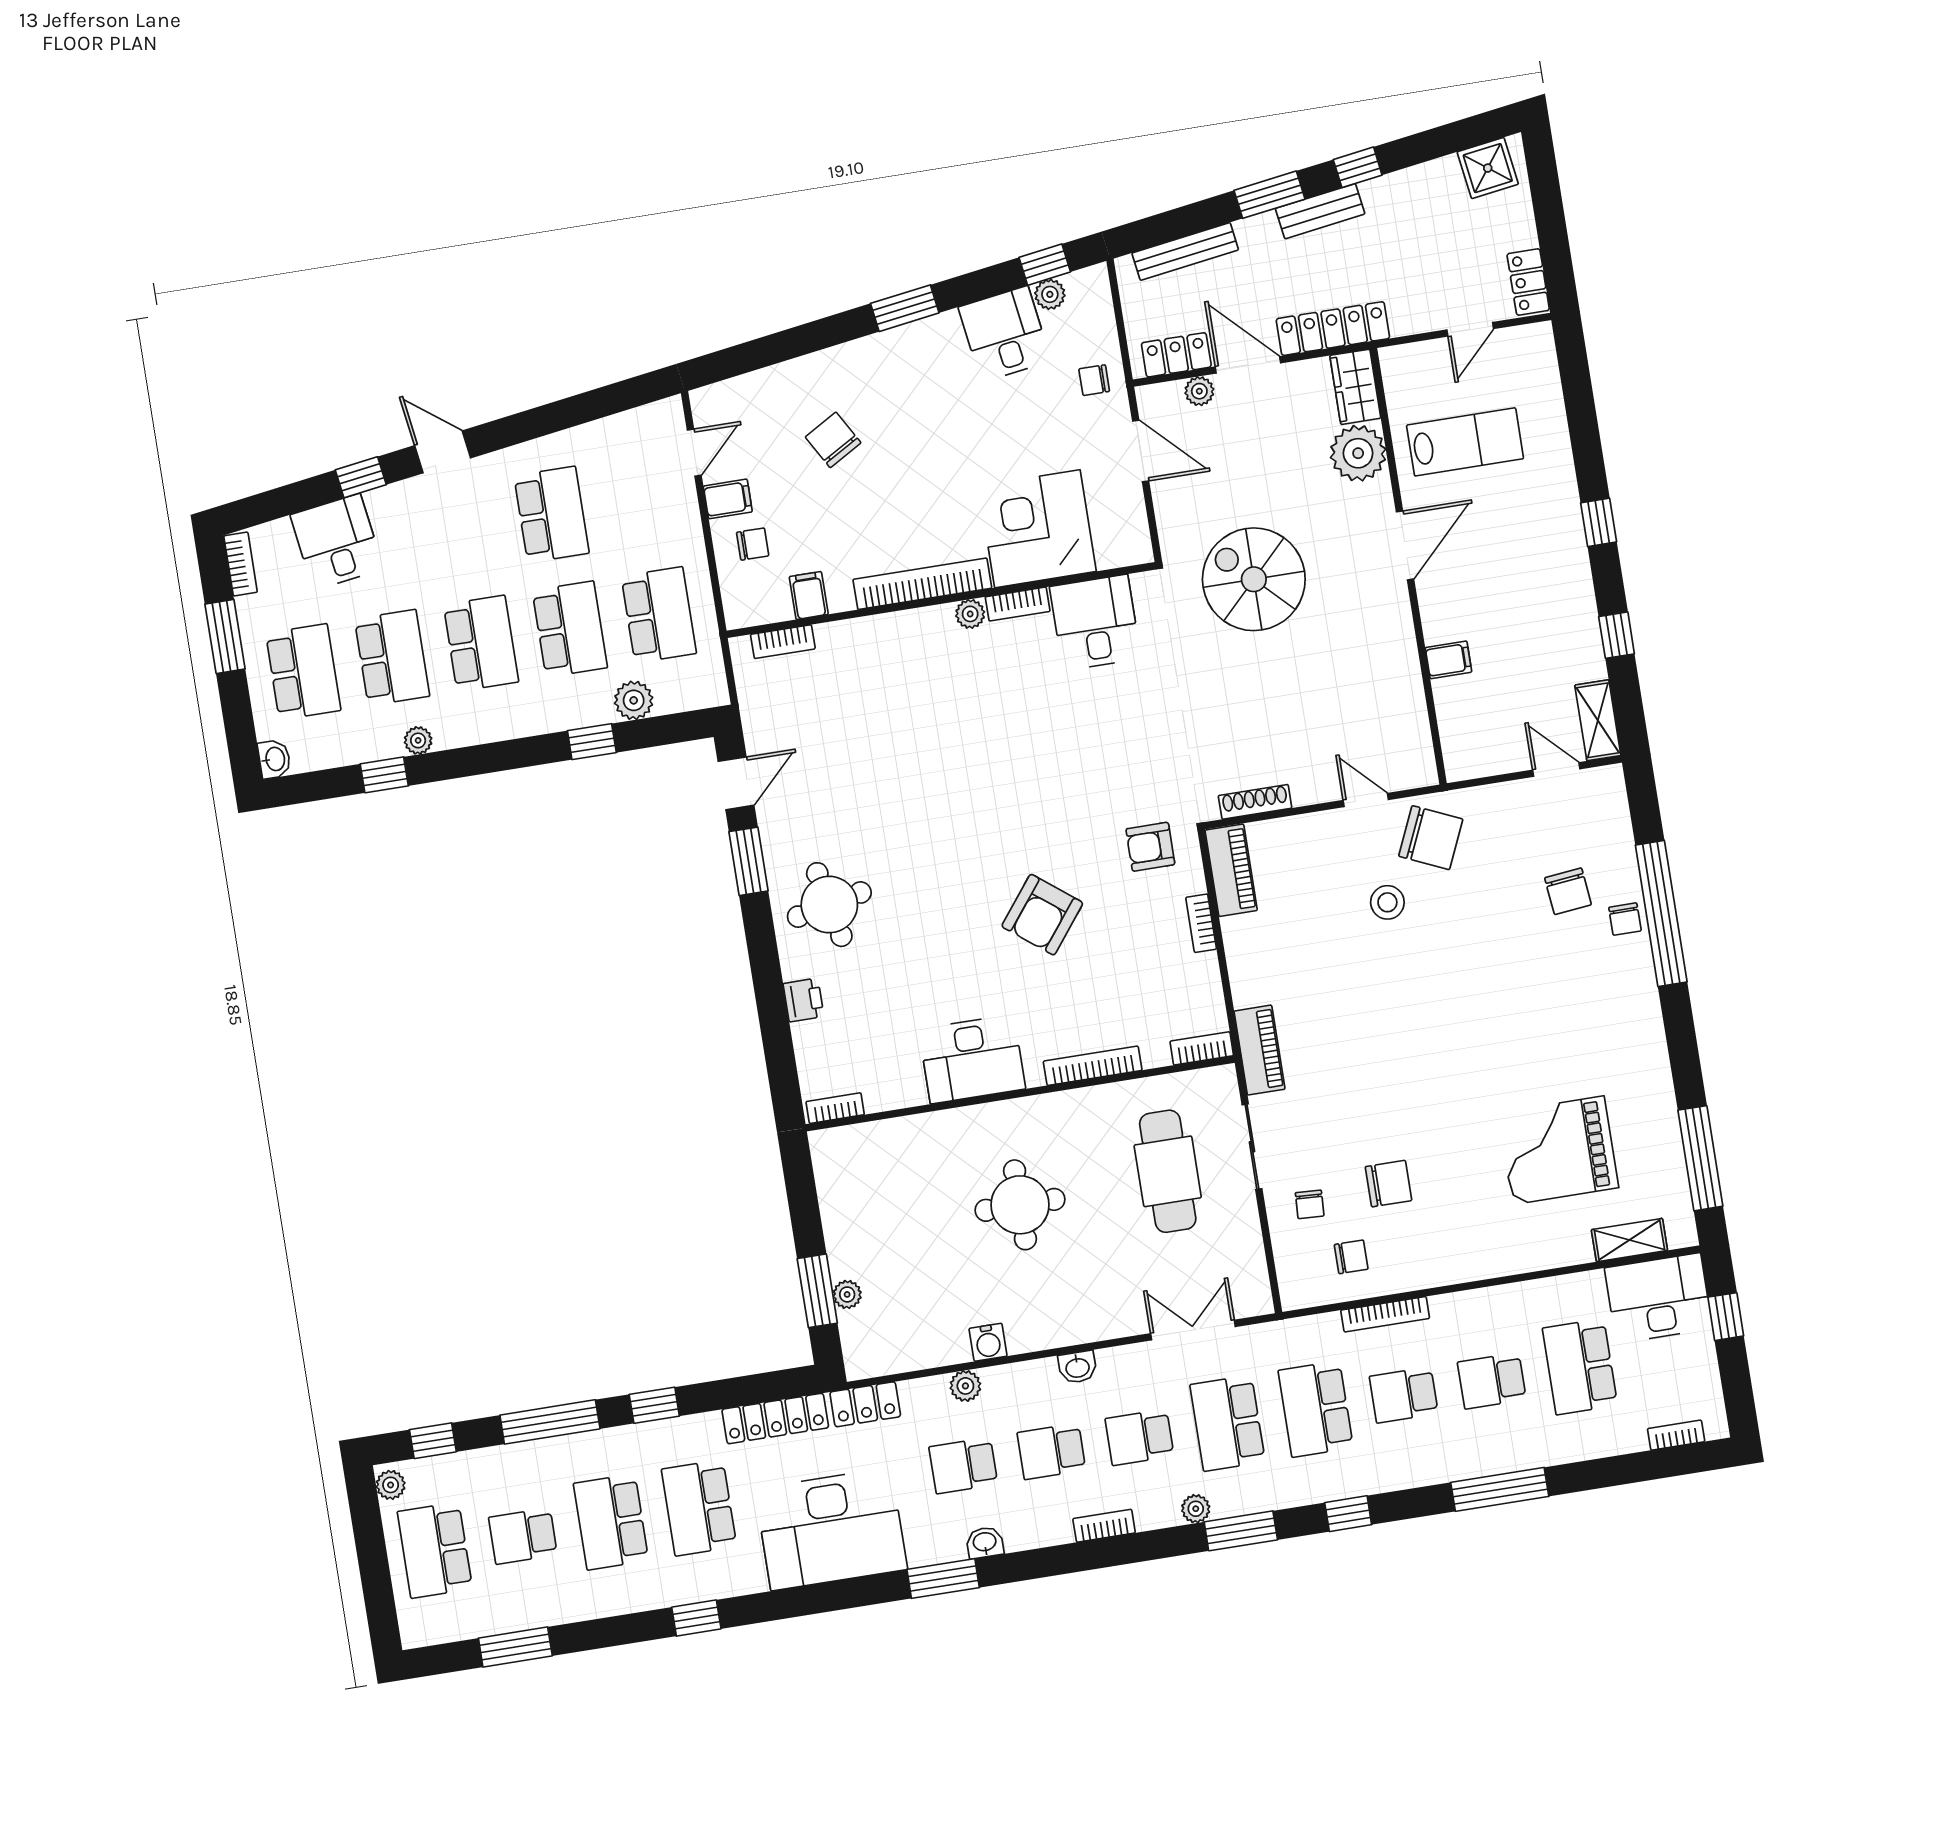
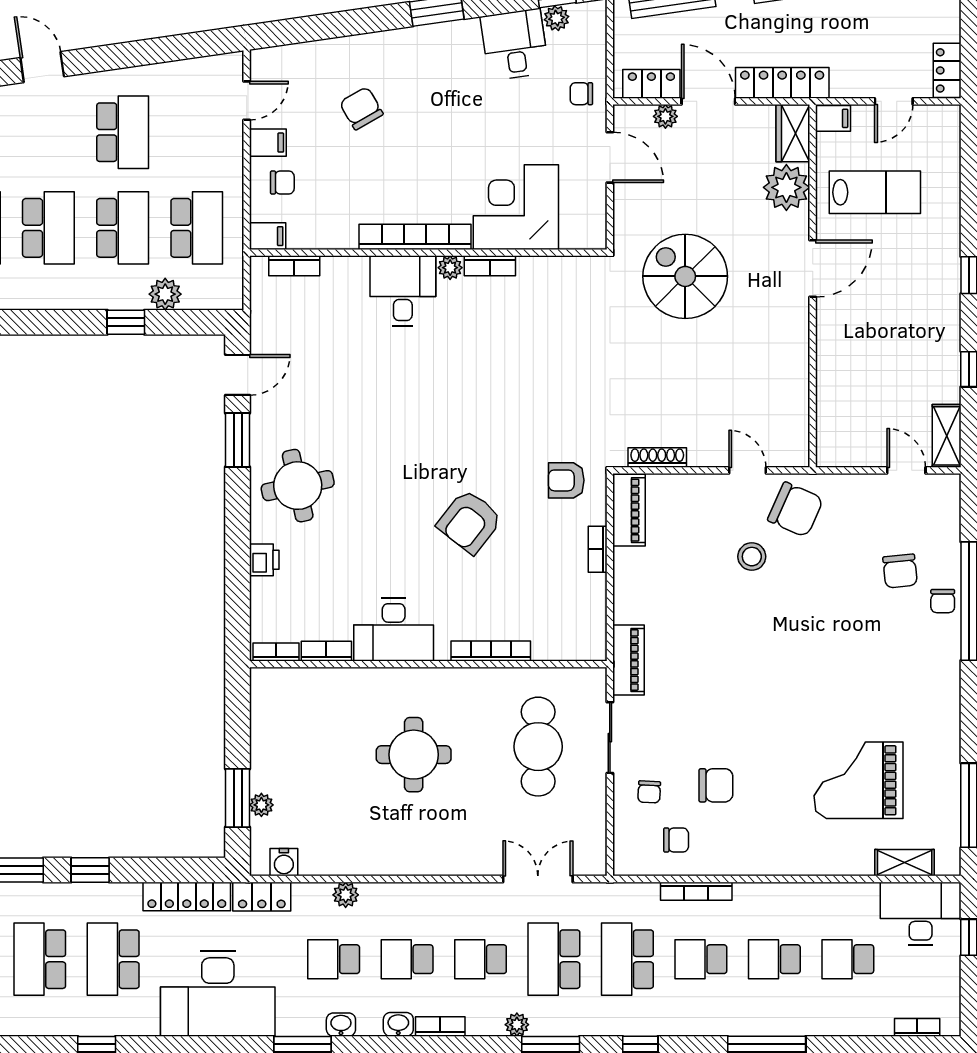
filing cabinet: (809, 596) -> (268, 236), moved, turned 90
desk: (1095, 623) -> (403, 291), moved
filing cabinet: (1448, 660) -> (833, 118), moved
bookcase: (1202, 1048) -> (326, 651), moved
water cooler: (988, 1342) -> (284, 862), moved
washbasin: (1077, 1367) -> (398, 1024), moved, turned 180
school desk: (1580, 1367) -> (848, 959), width x0.54

